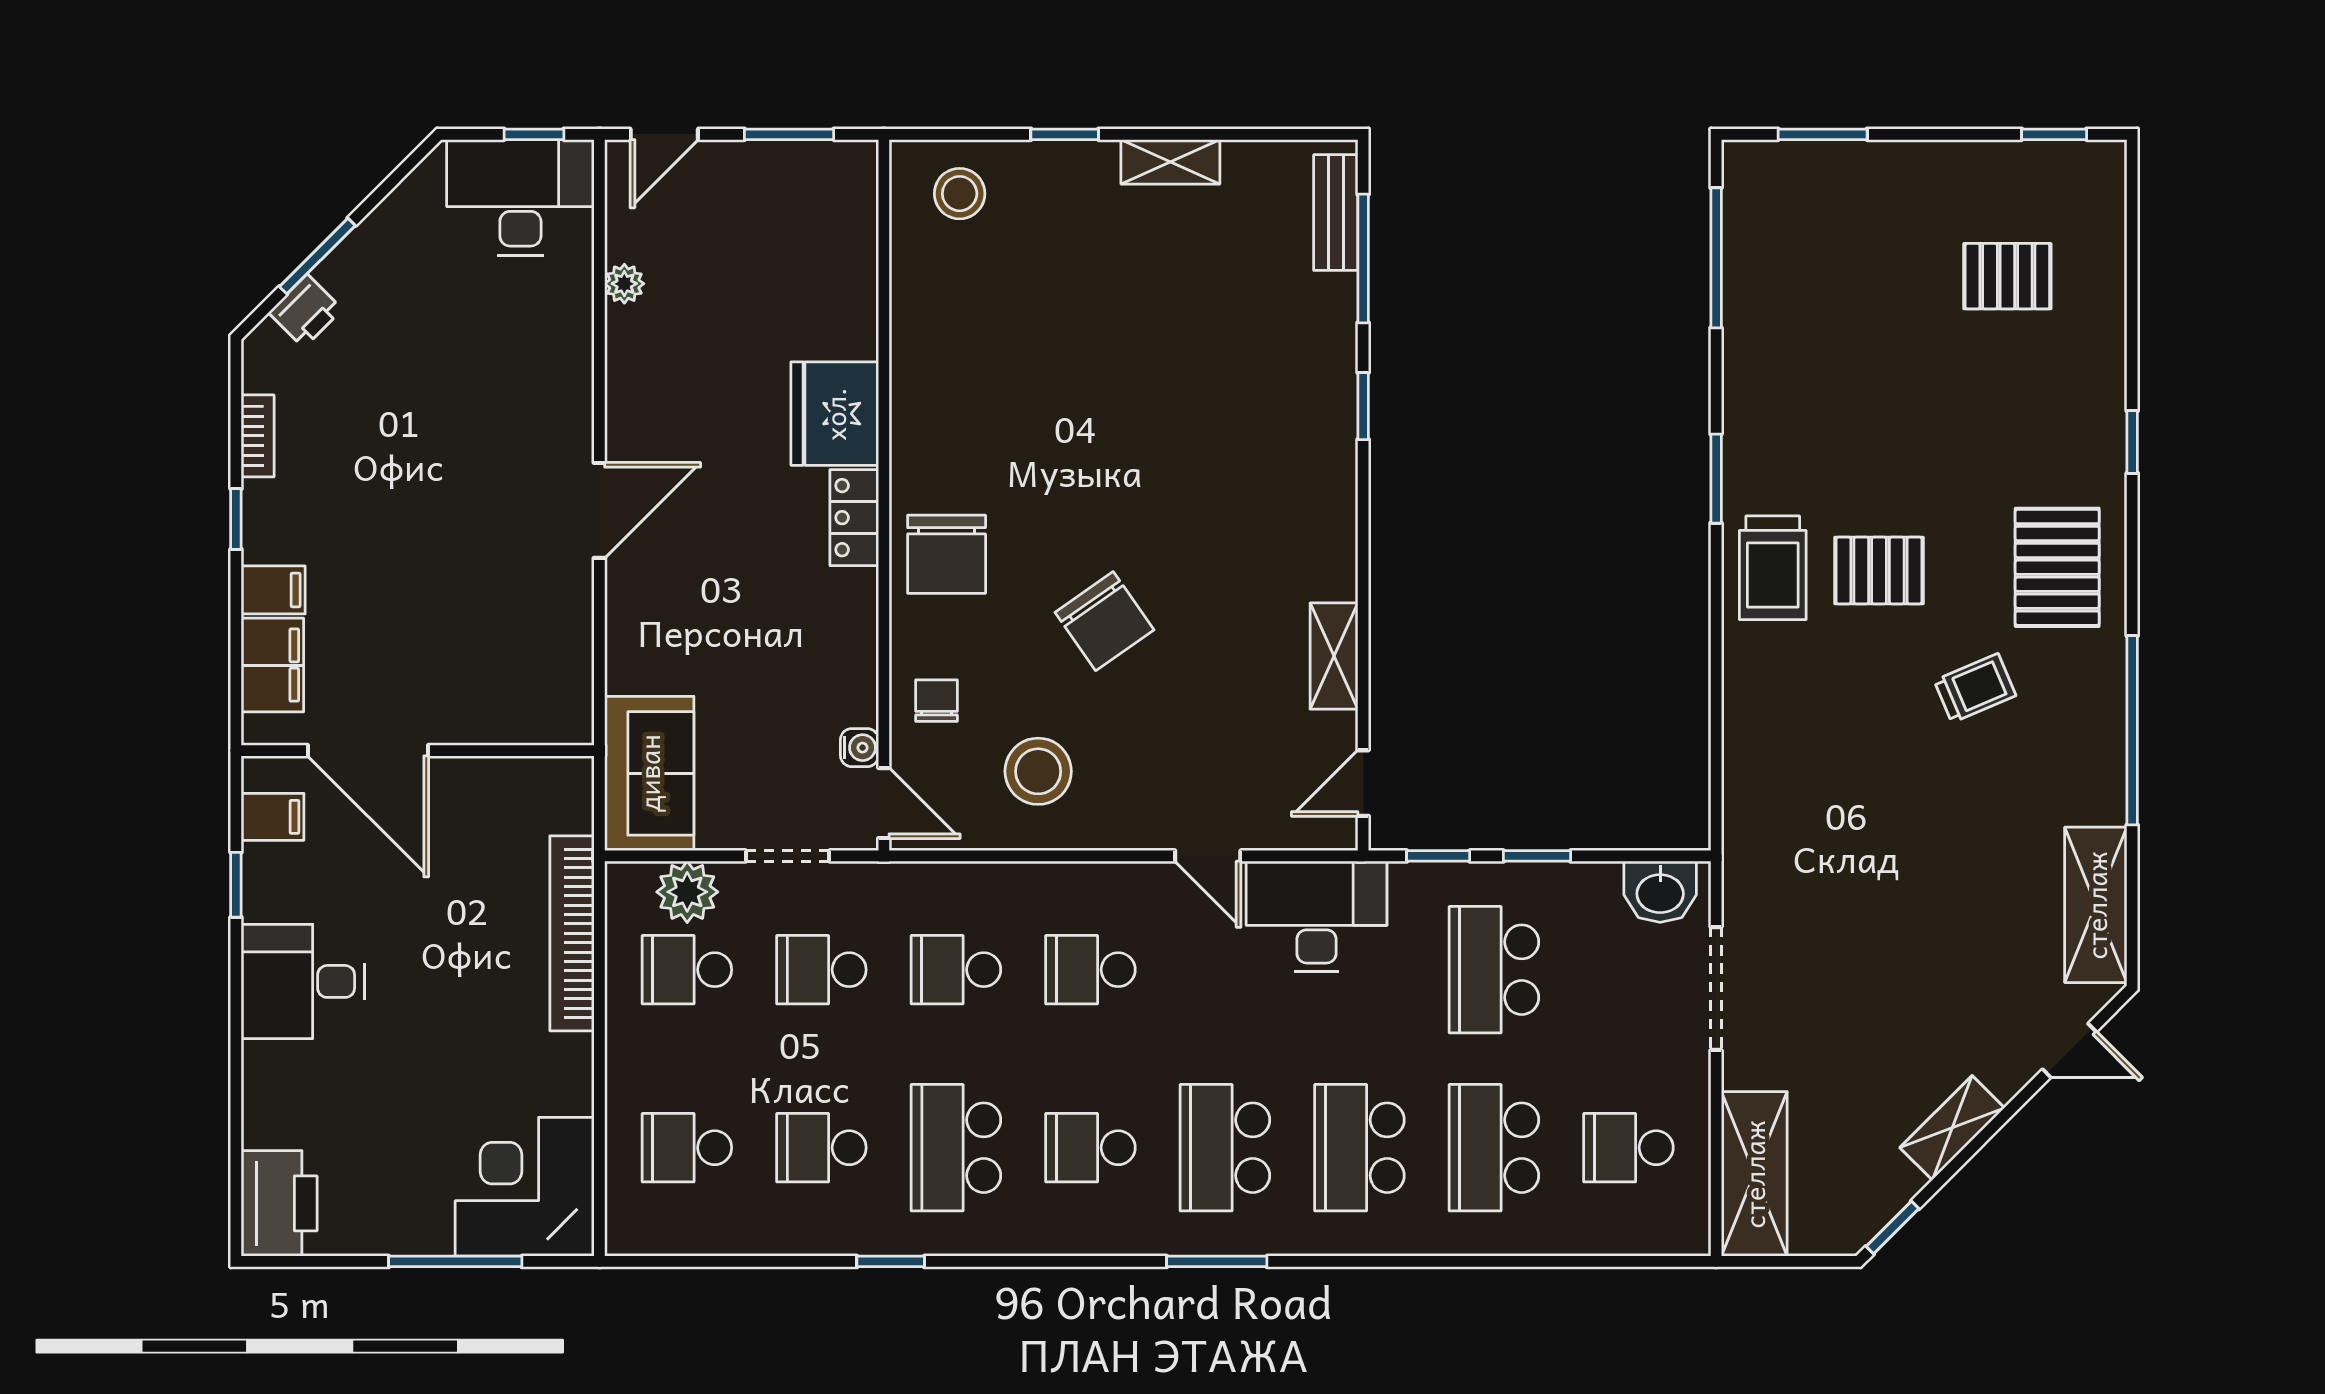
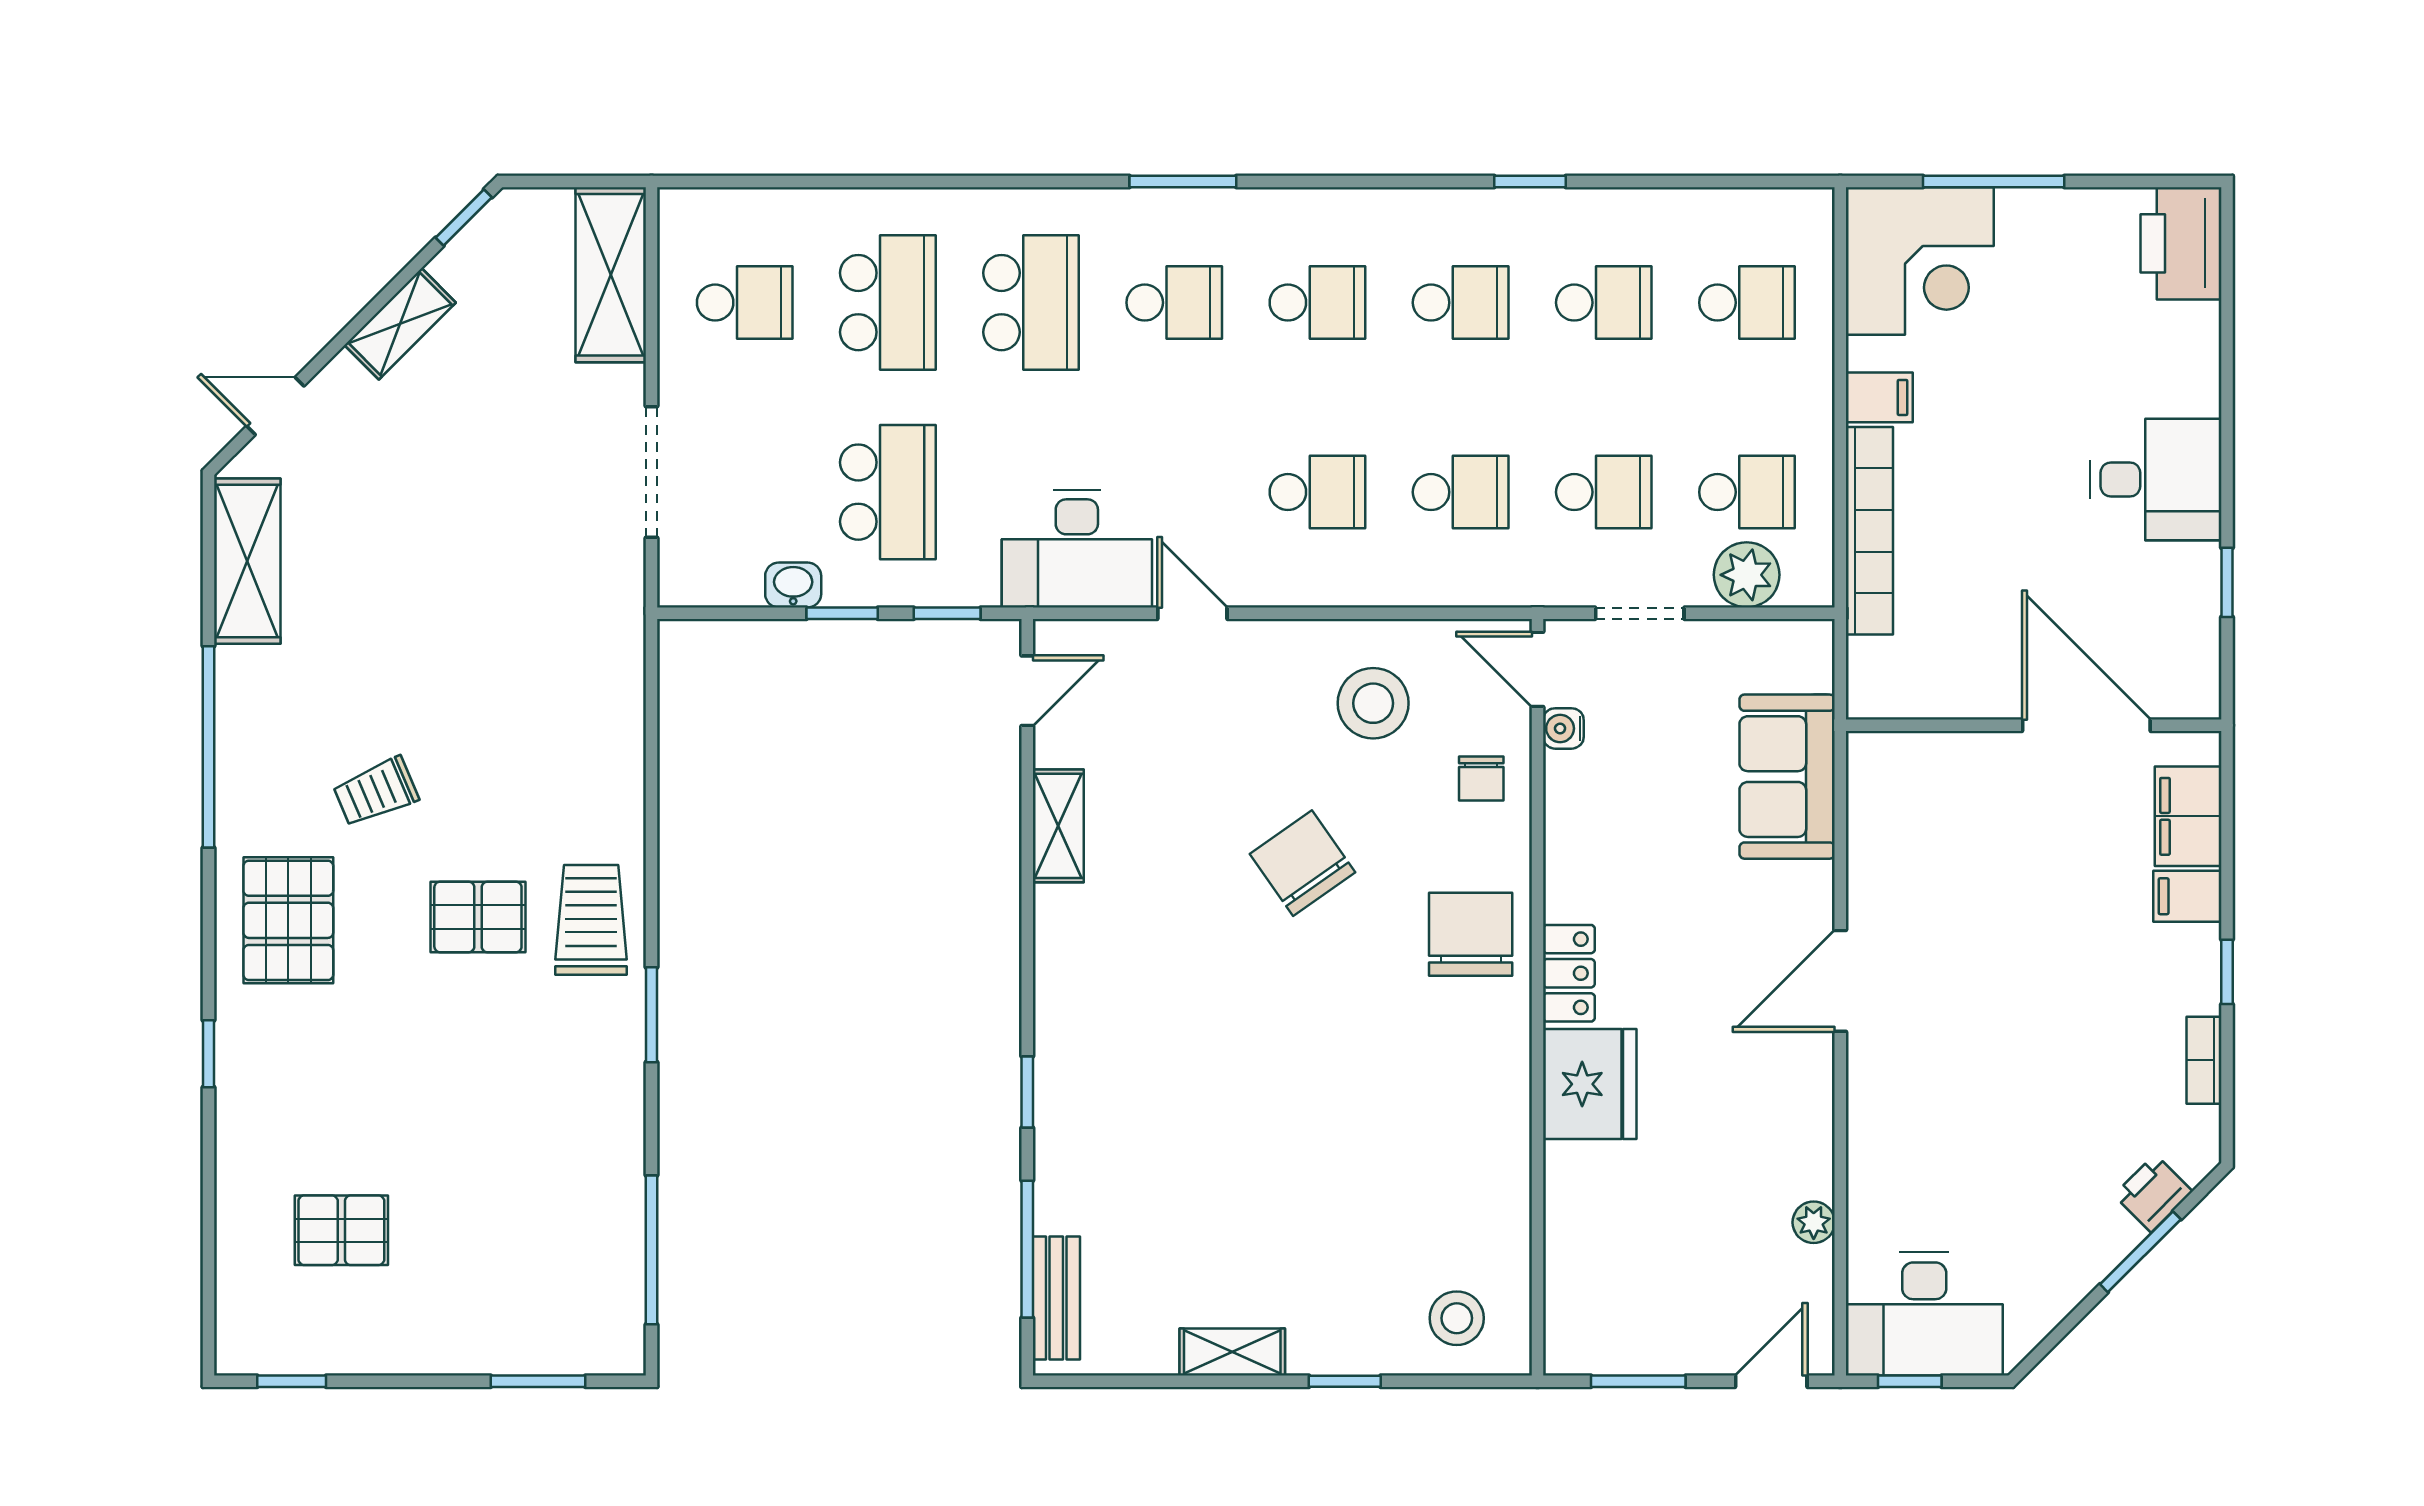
sofa: (649, 773) -> (1787, 777), moved
filing cabinet: (273, 817) -> (1879, 397), moved, turned 180
washbasin: (1660, 892) -> (793, 585), moved, width x0.72, depth x0.69
school desk: (956, 1148) -> (1461, 303), width x0.54
school desk: (1225, 1148) -> (1174, 303), width x0.54

